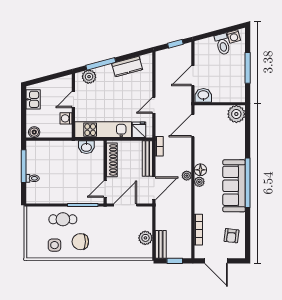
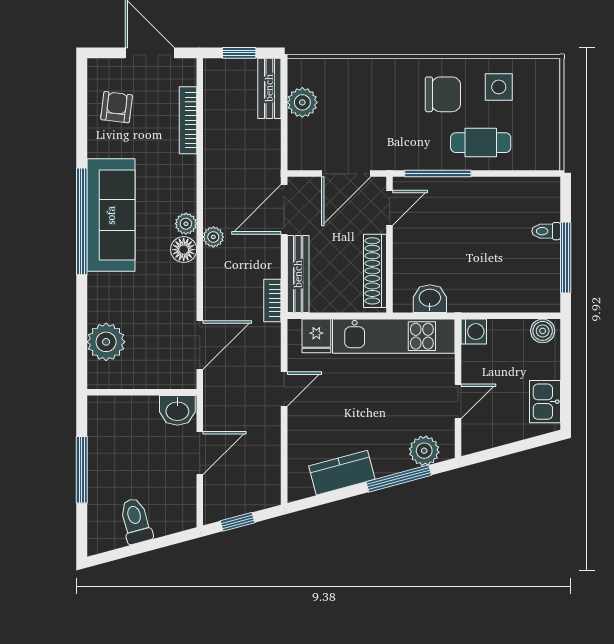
washing machine: (234, 36) -> (112, 538), removed
plant: (236, 114) -> (106, 342), moved
washing machine: (66, 118) -> (474, 332), moved

